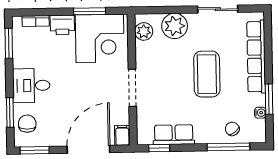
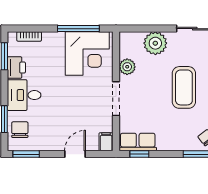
window: (90, 11) -> (78, 29), width x1.44
printer: (62, 25) -> (16, 68), moved, turned -90
plant: (144, 31) -> (127, 67), moved
row of seats: (174, 135) -> (138, 142), moved
door: (88, 149) -> (75, 154), width x0.53

